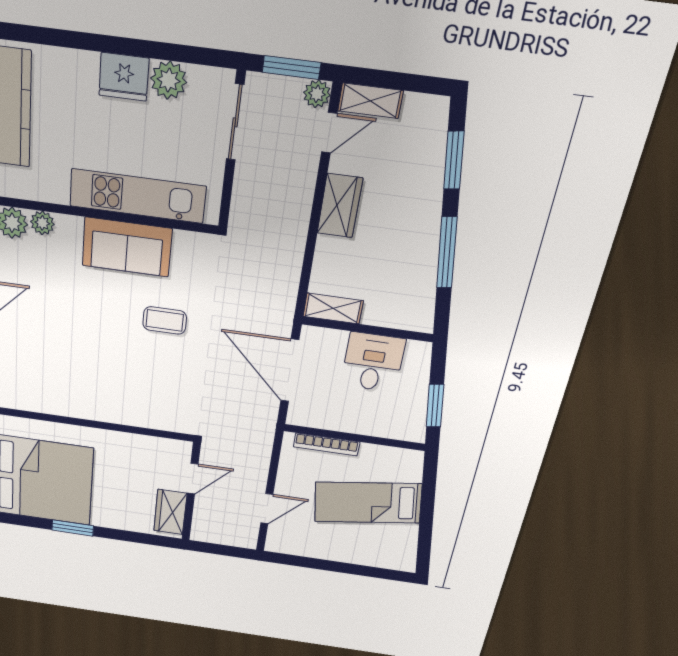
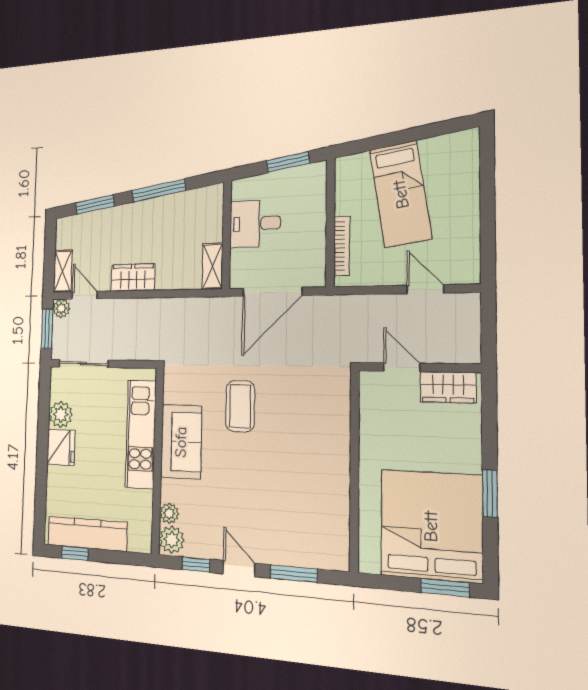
coffee table: (165, 320) -> (240, 406), width x1.36, depth x1.30

